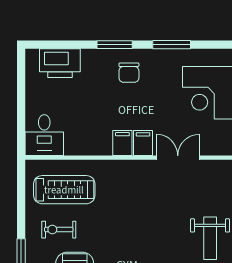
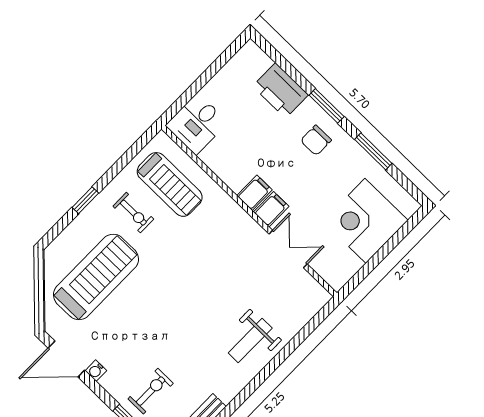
printer: (60, 63) -> (281, 91), moved
exercise bike: (59, 230) -> (133, 213), turned 180

